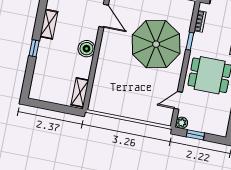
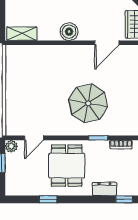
parasol: (156, 44) -> (88, 103), width x0.73, depth x0.73
door: (178, 100) -> (34, 138), swing flipped

